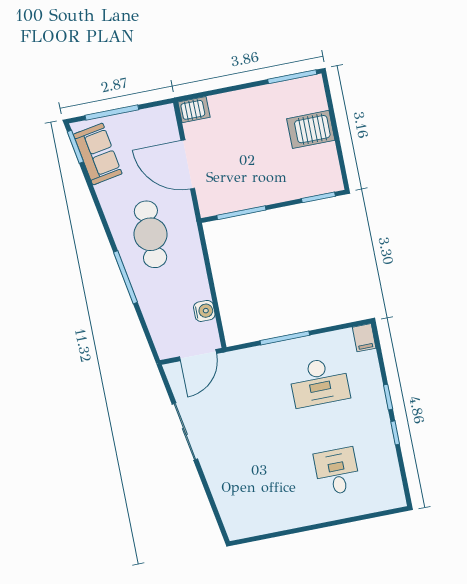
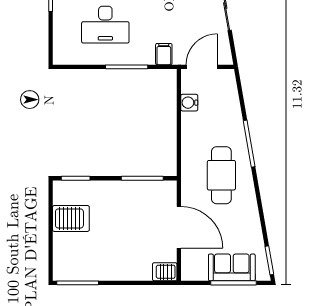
server rack: (311, 129) -> (71, 218), moved
sofa: (98, 154) -> (232, 267), moved, turned 100
filing cabinet: (364, 338) -> (164, 54), moved
desk: (319, 382) -> (105, 25), turned 180

